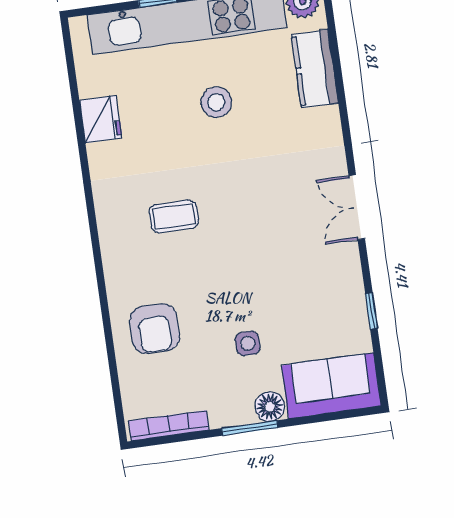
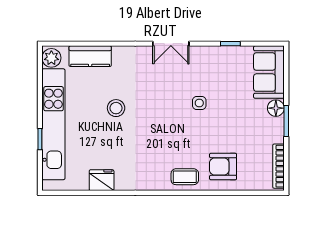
stool: (216, 102) -> (116, 108), moved
coffee table: (174, 216) -> (185, 177), moved, turned 90
armchair: (155, 329) -> (223, 167), turned 180
side table: (248, 343) -> (199, 103), moved

